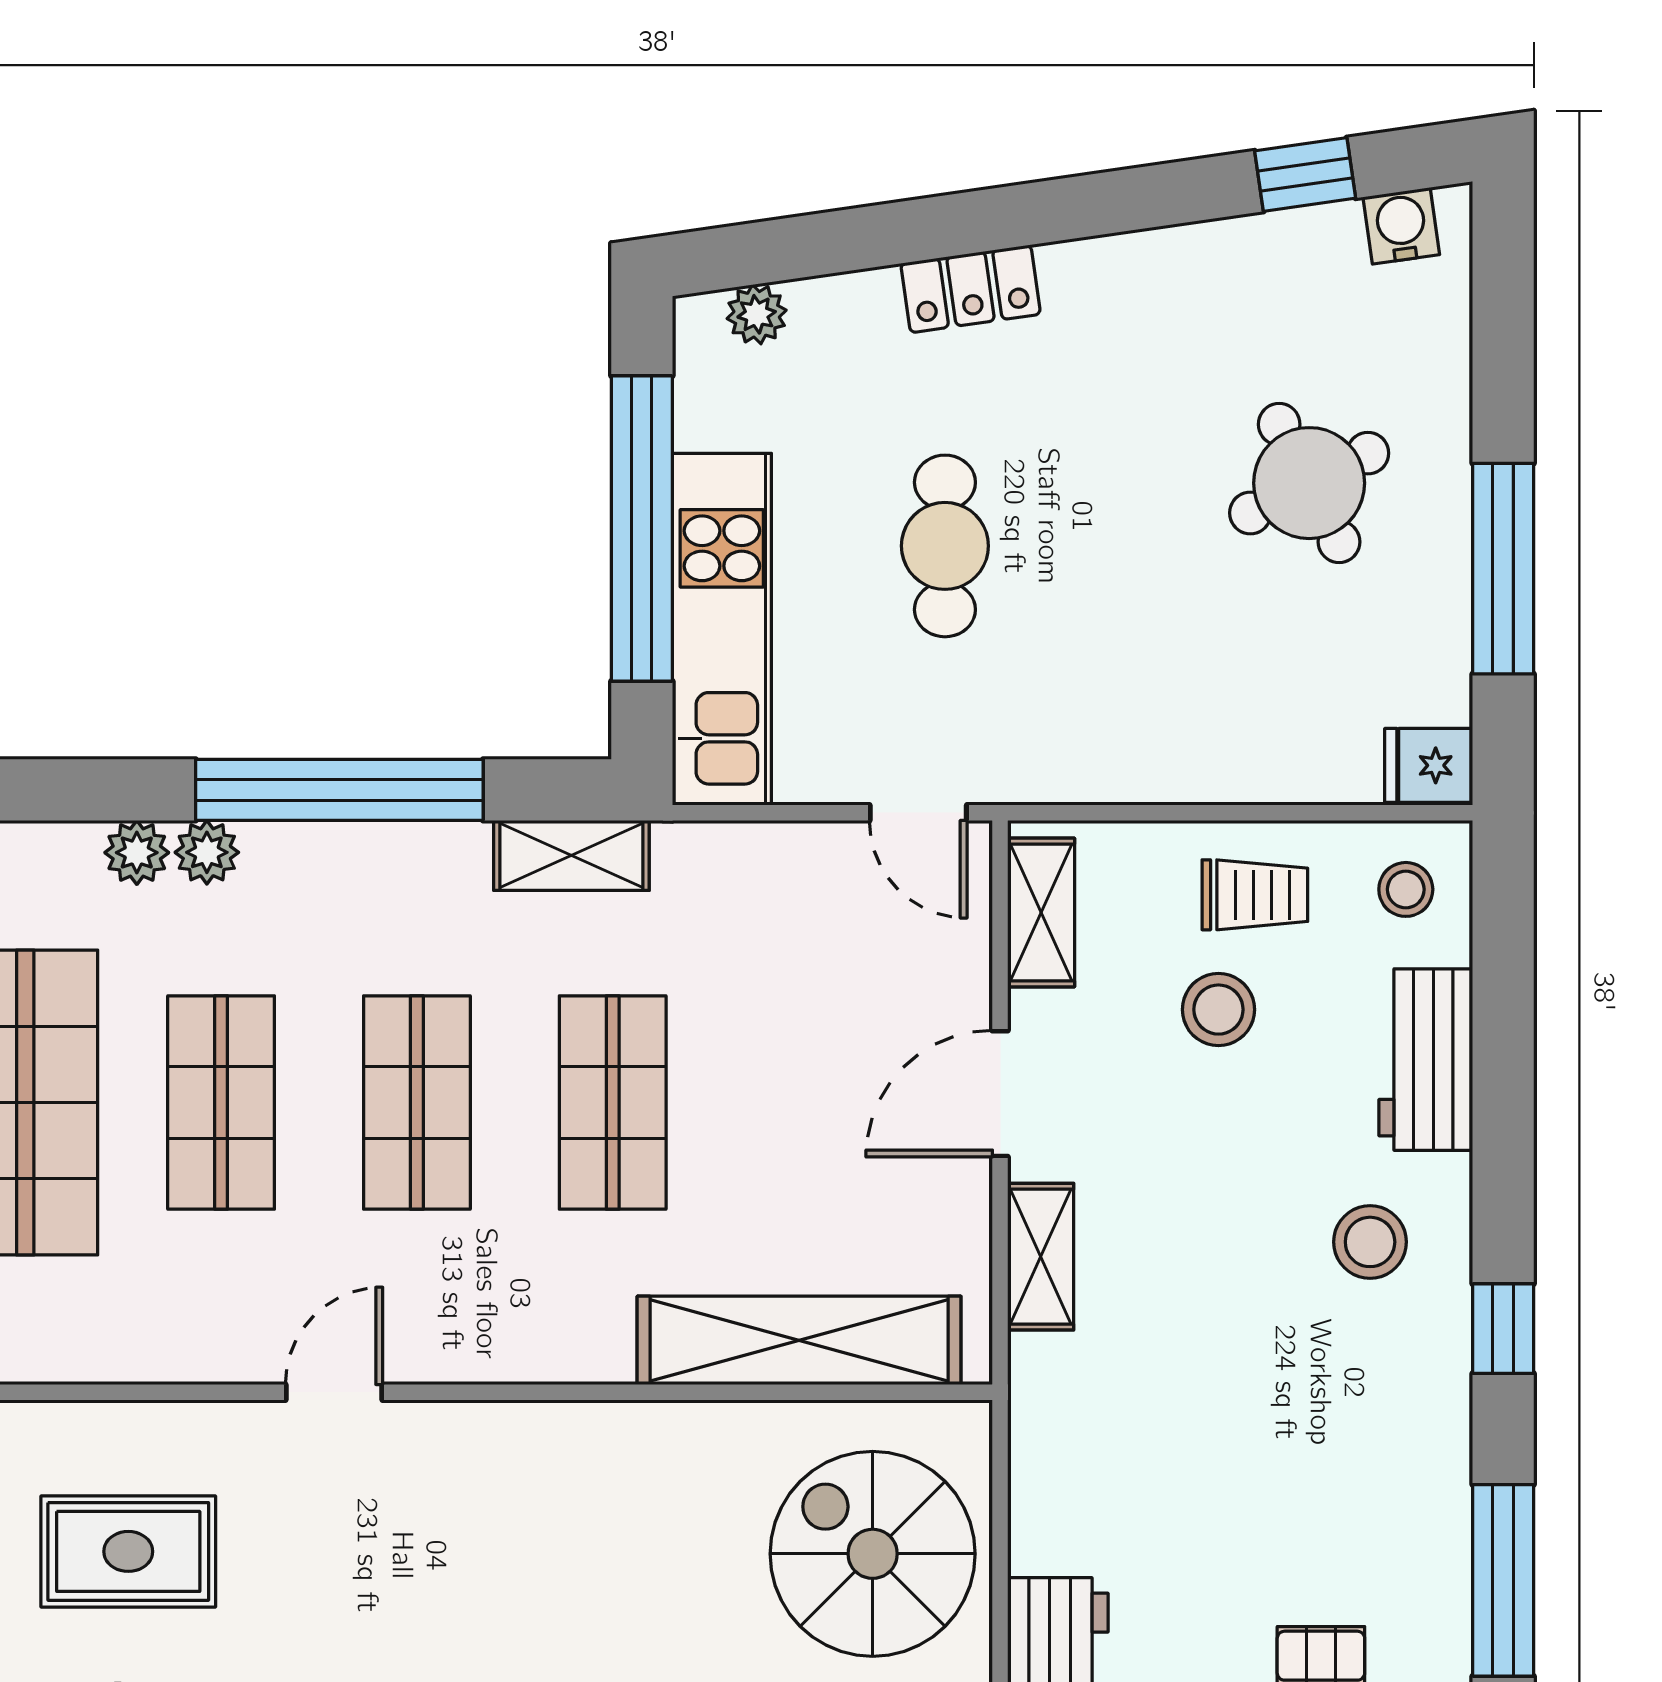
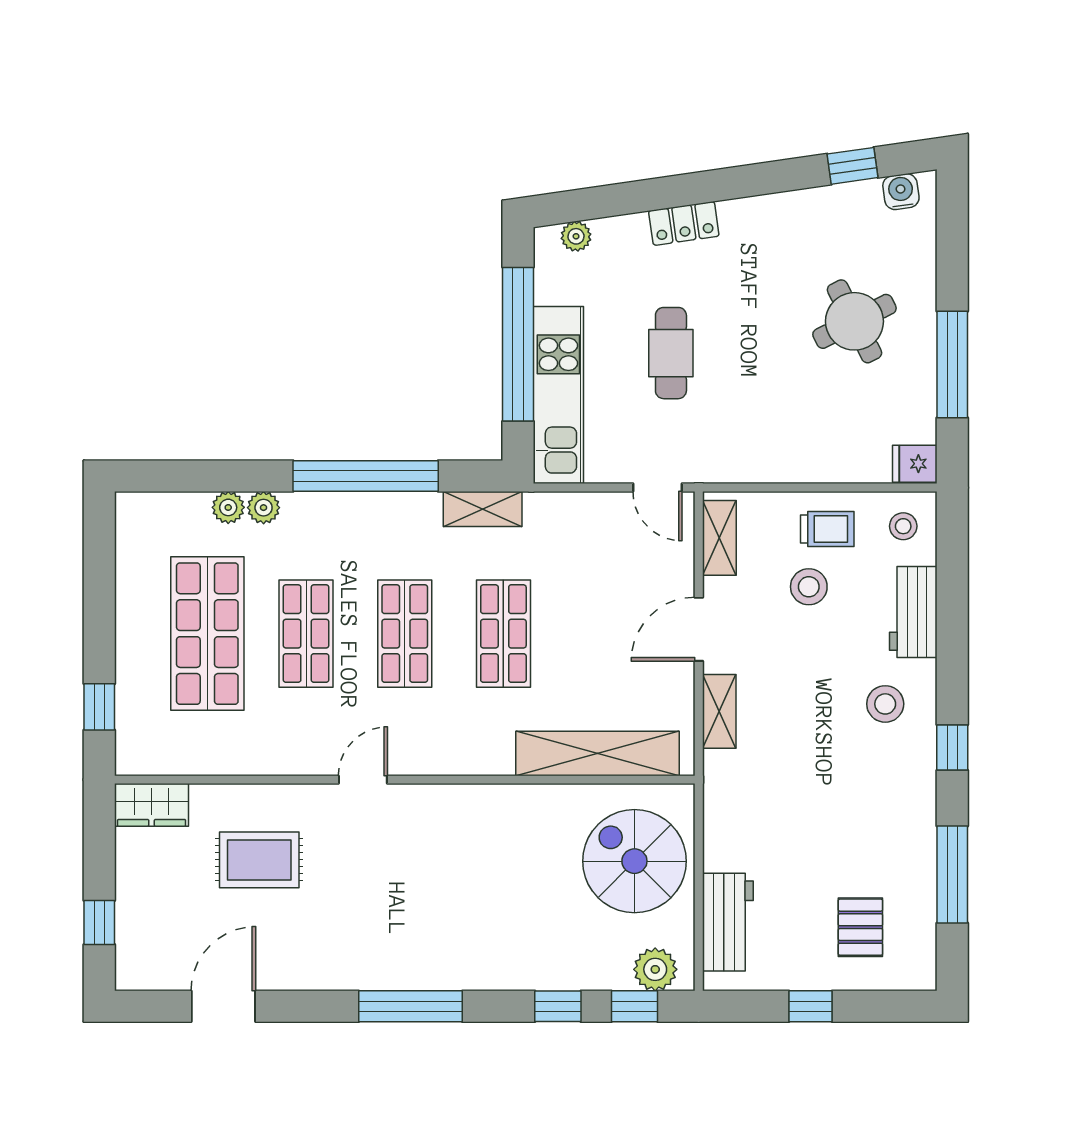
plant: (207, 852) -> (228, 507), moved

